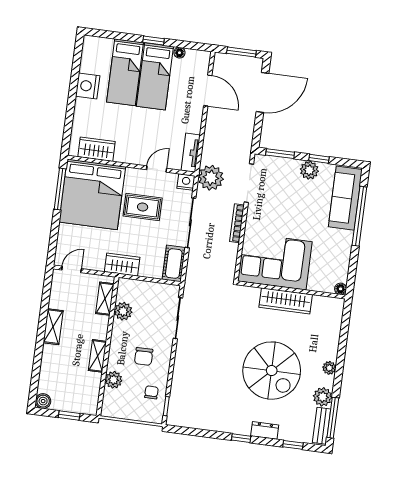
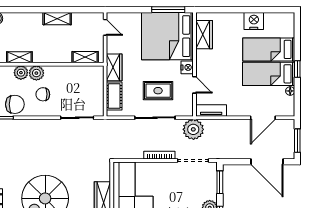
nightstand: (186, 182) -> (187, 67), moved
rug: (143, 207) -> (158, 91), moved, turned 90
cot: (174, 263) -> (114, 96), moved, turned 90
plant: (123, 311) -> (36, 73), moved
shelving: (97, 356) -> (19, 57), moved
chair: (151, 392) -> (15, 104), width x1.87, depth x1.87

